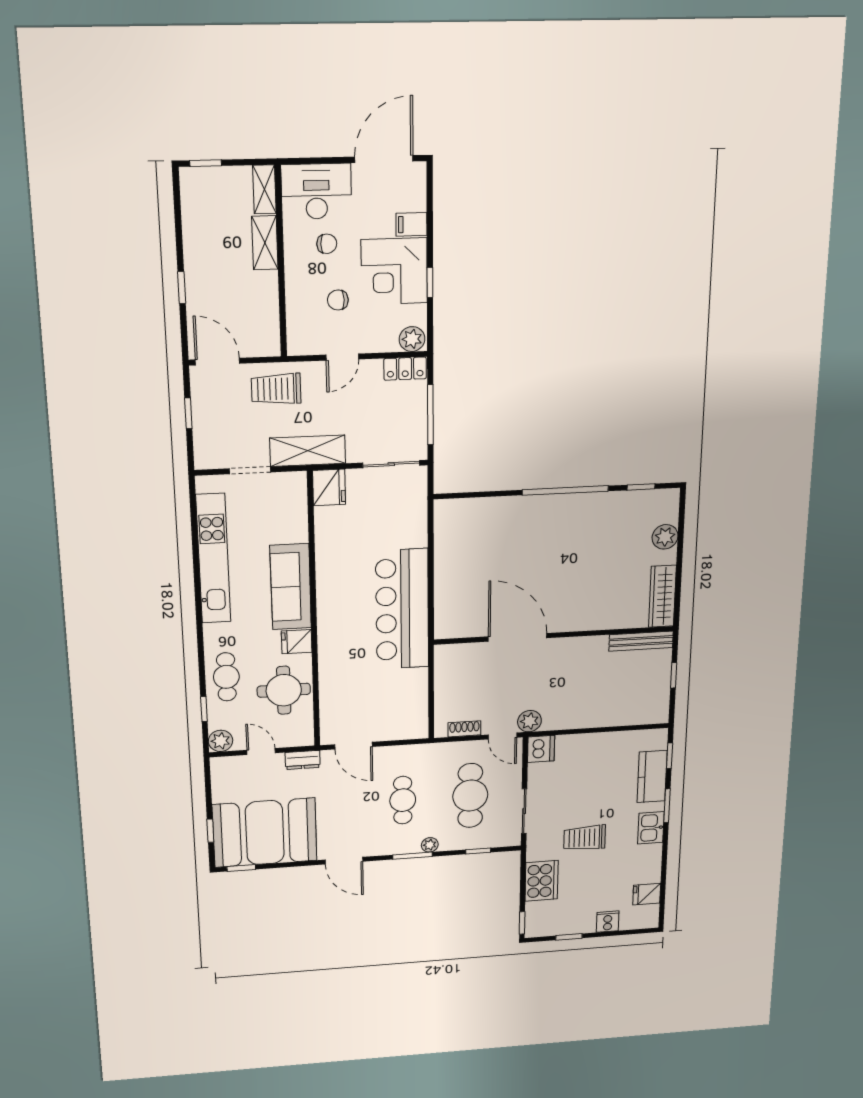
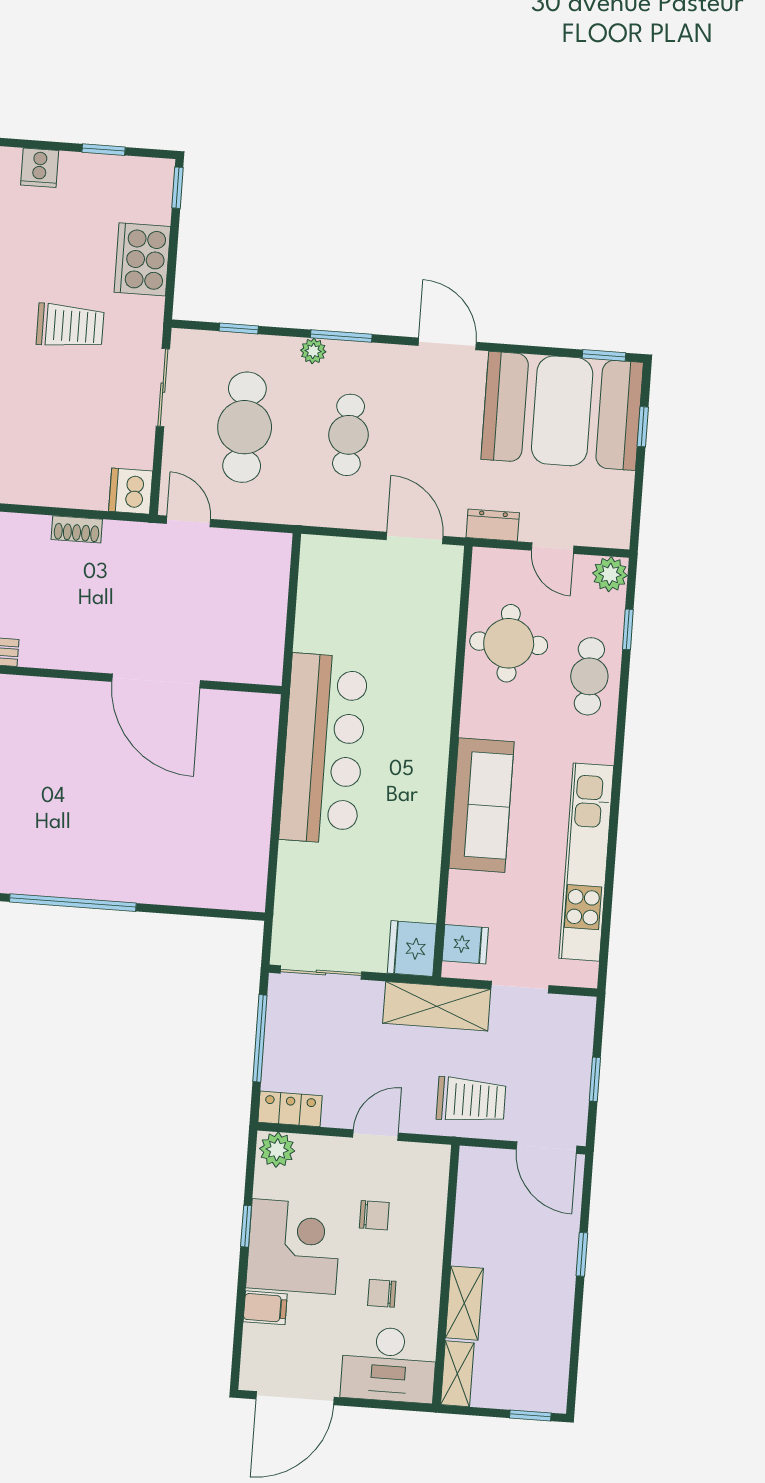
fridge: (297, 642) -> (465, 944), moved
plant: (529, 721) -> (146, 541), removed
shoe rack: (464, 729) -> (77, 529), moved

